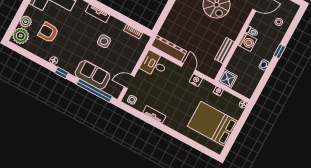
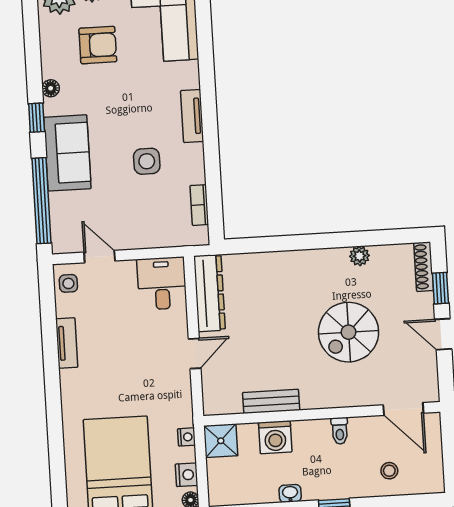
armchair: (48, 32) -> (98, 45), turned 88
washing machine: (247, 42) -> (275, 437), moved
sofa: (93, 75) -> (67, 153), moved
nightstand: (196, 80) -> (186, 475), moved

